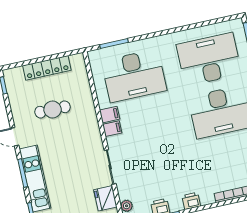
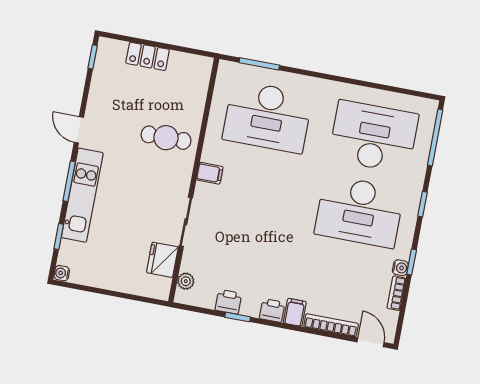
locker: (47, 68) -> (148, 56), width x0.66
cafe table: (53, 109) -> (166, 138), moved
filing cabinet: (110, 115) -> (295, 312), moved, turned -90

